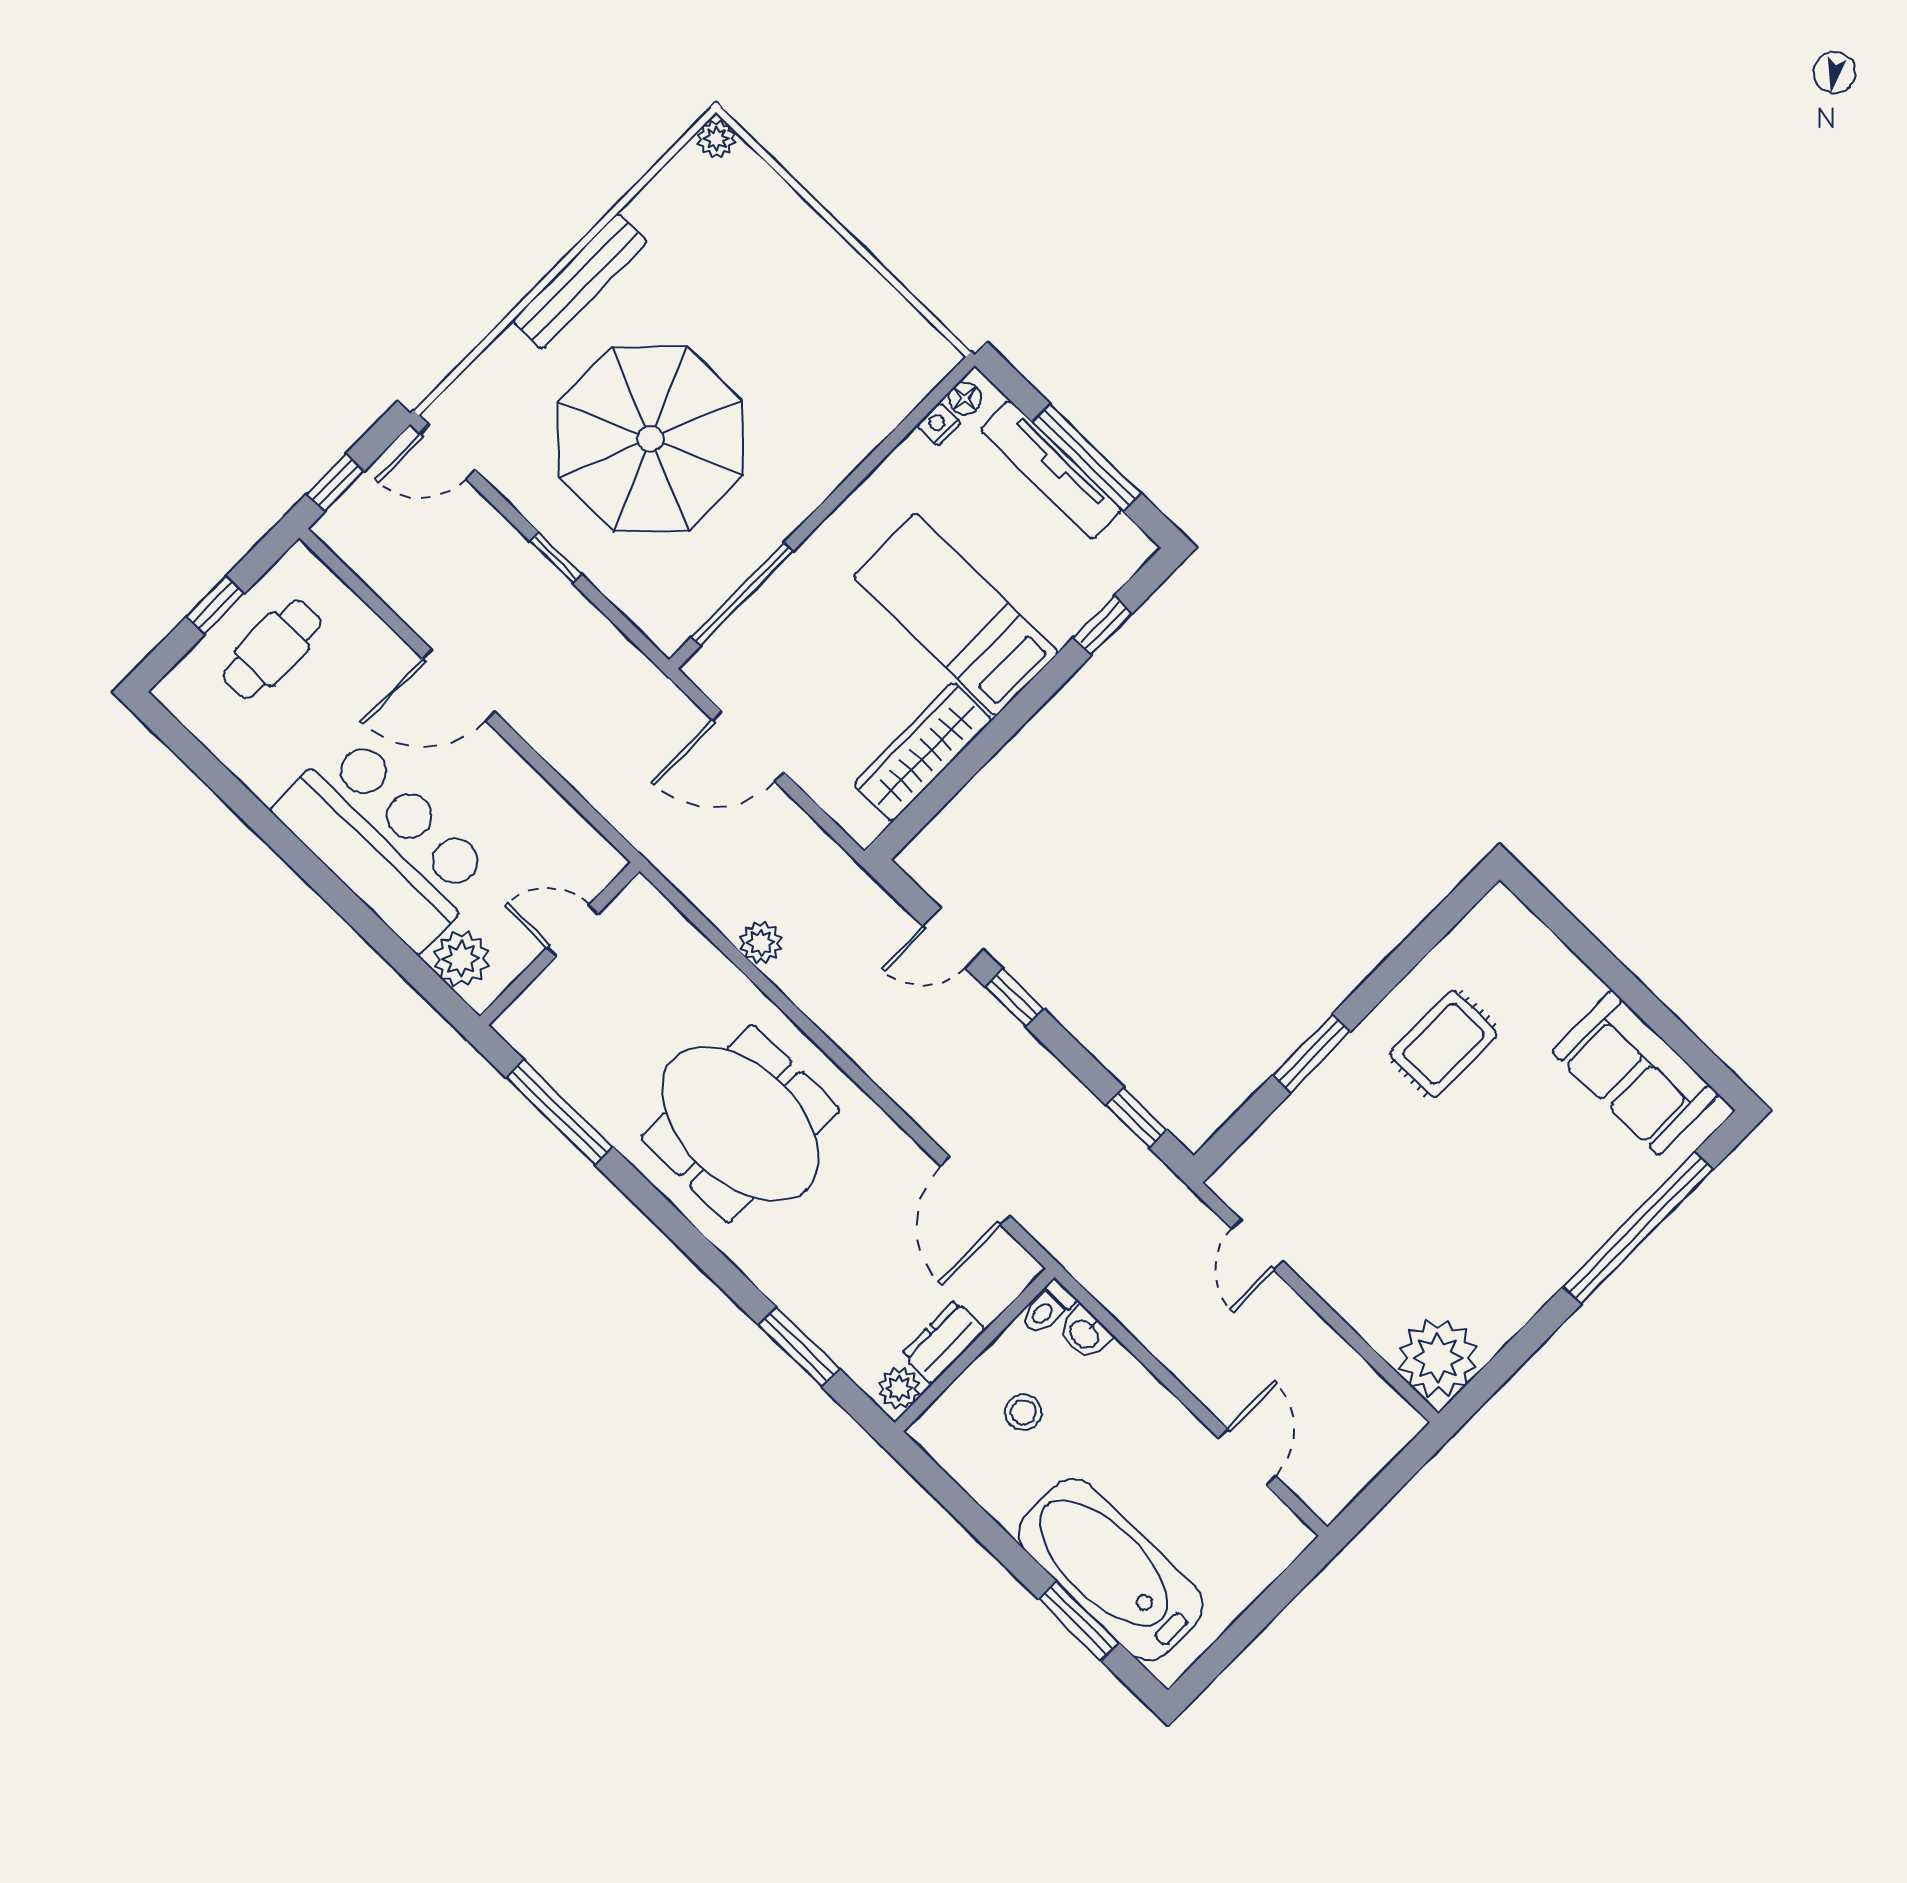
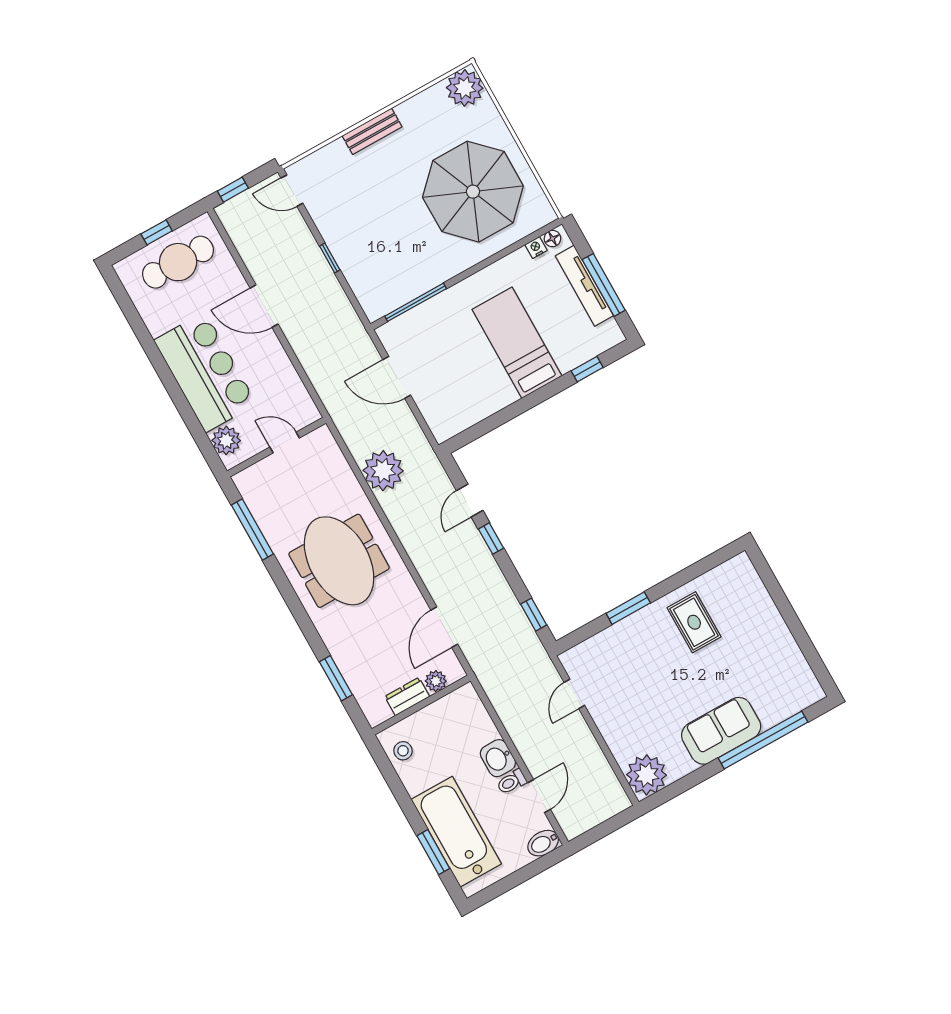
plant: (716, 139) -> (465, 88), width x1.88, depth x1.88
bench: (580, 281) -> (372, 131), width x0.73
parasol: (650, 439) -> (473, 192), moved
cafe table: (272, 649) -> (178, 262), width x1.37, depth x1.35
wardrobe: (923, 752) -> (481, 405), removed
door: (953, 938) -> (470, 500), hinge flipped
plant: (761, 943) -> (383, 471), width x1.88, depth x1.88
rug: (1443, 1044) -> (694, 622), turned 90
sofa: (1635, 1073) -> (721, 731), moved, turned 90
toilet: (1047, 1308) -> (512, 782), moved
washbasin: (1085, 1333) -> (498, 758), moved, width x1.38, depth x1.45
plant: (899, 1388) -> (436, 681), moved
stool: (1023, 1412) -> (403, 751), moved
bidet: (1281, 1543) -> (543, 843), added

